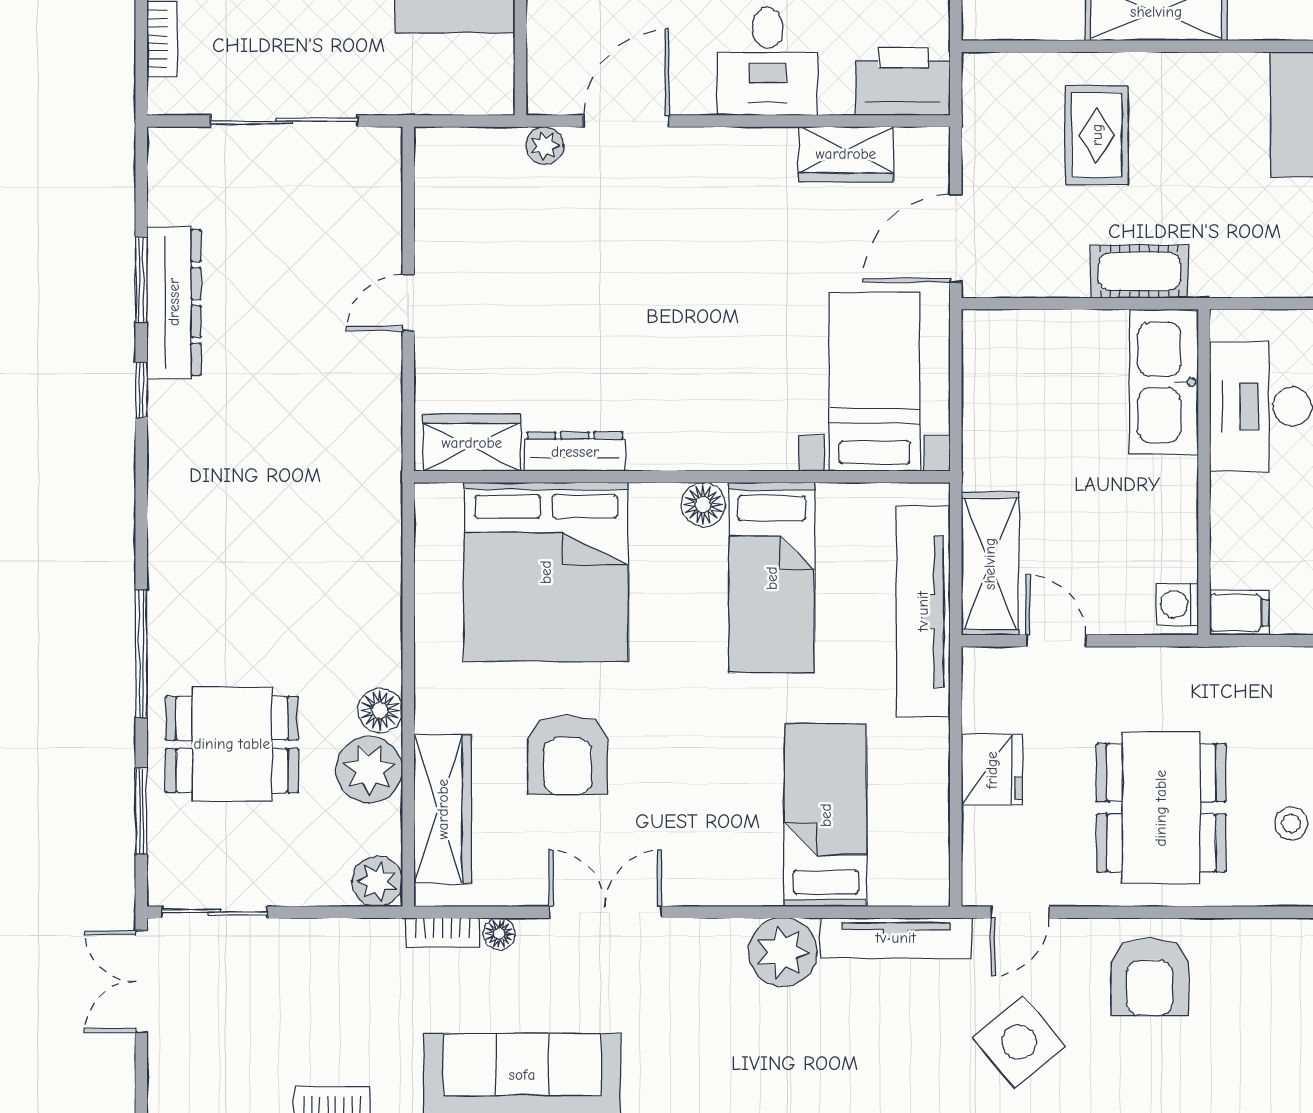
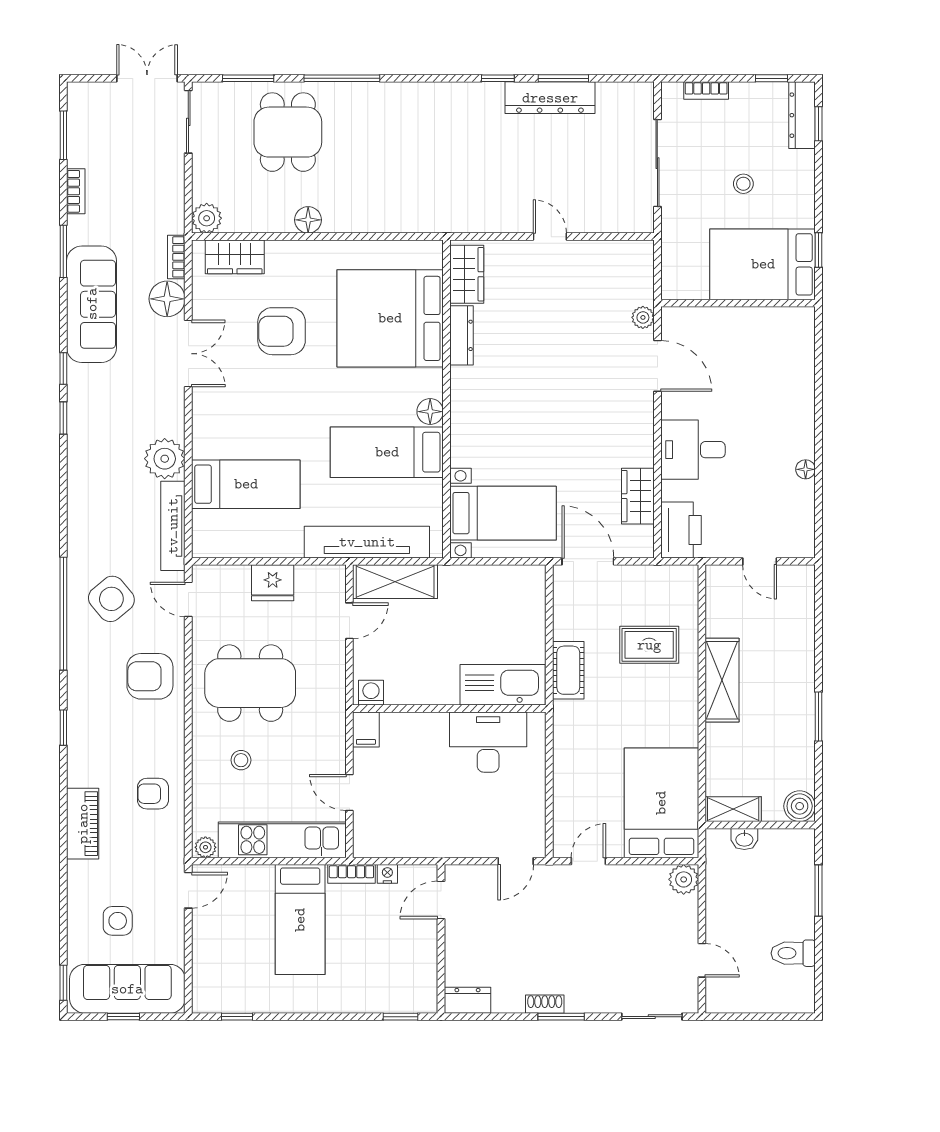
plant: (369, 770) -> (273, 213), removed
wardrobe: (443, 809) -> (235, 257), width x0.67
floor lamp: (499, 934) -> (167, 299), width x1.89, depth x1.89

